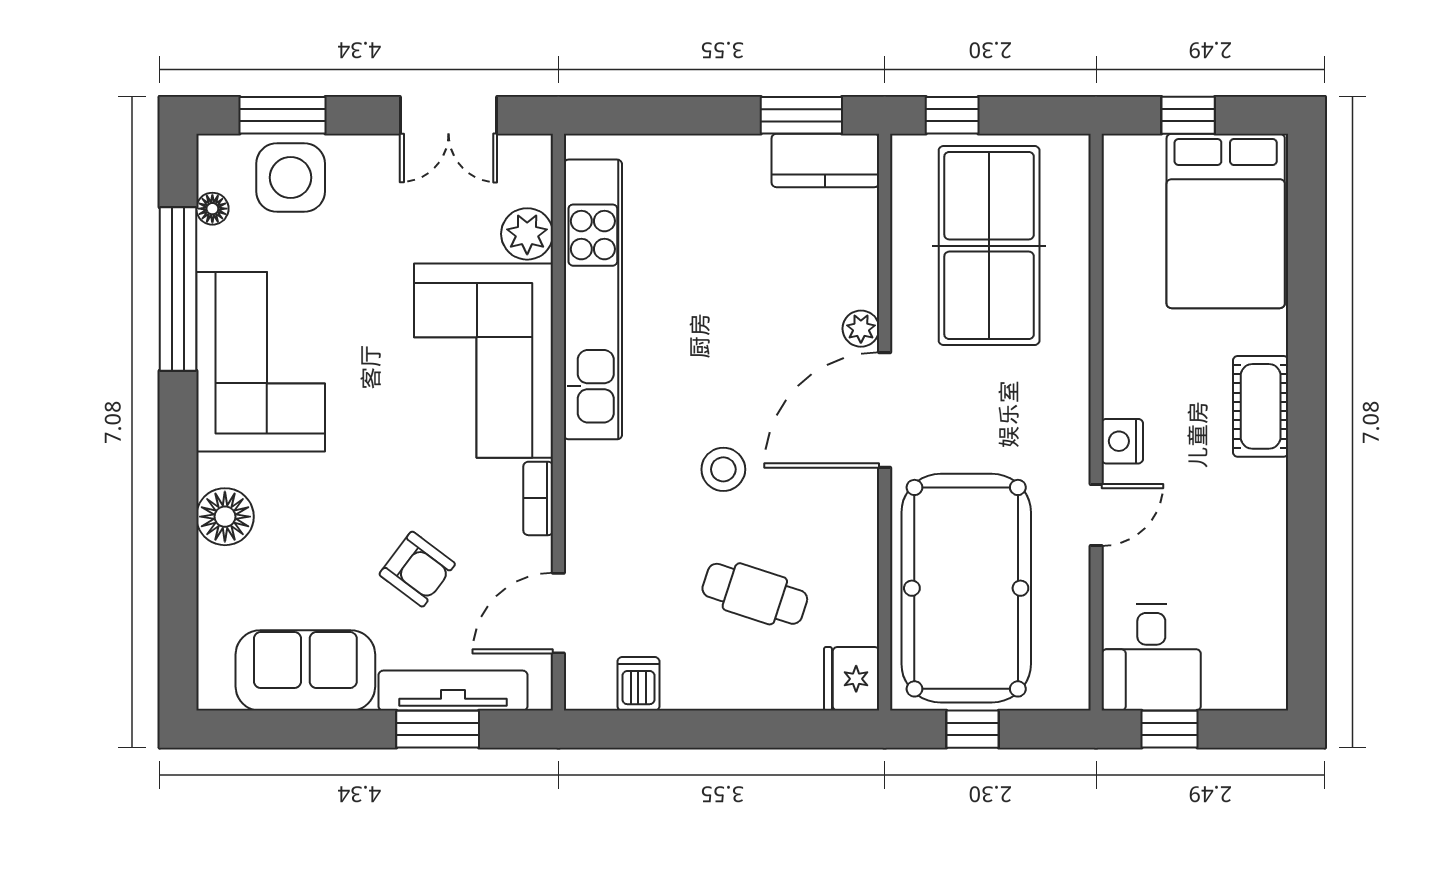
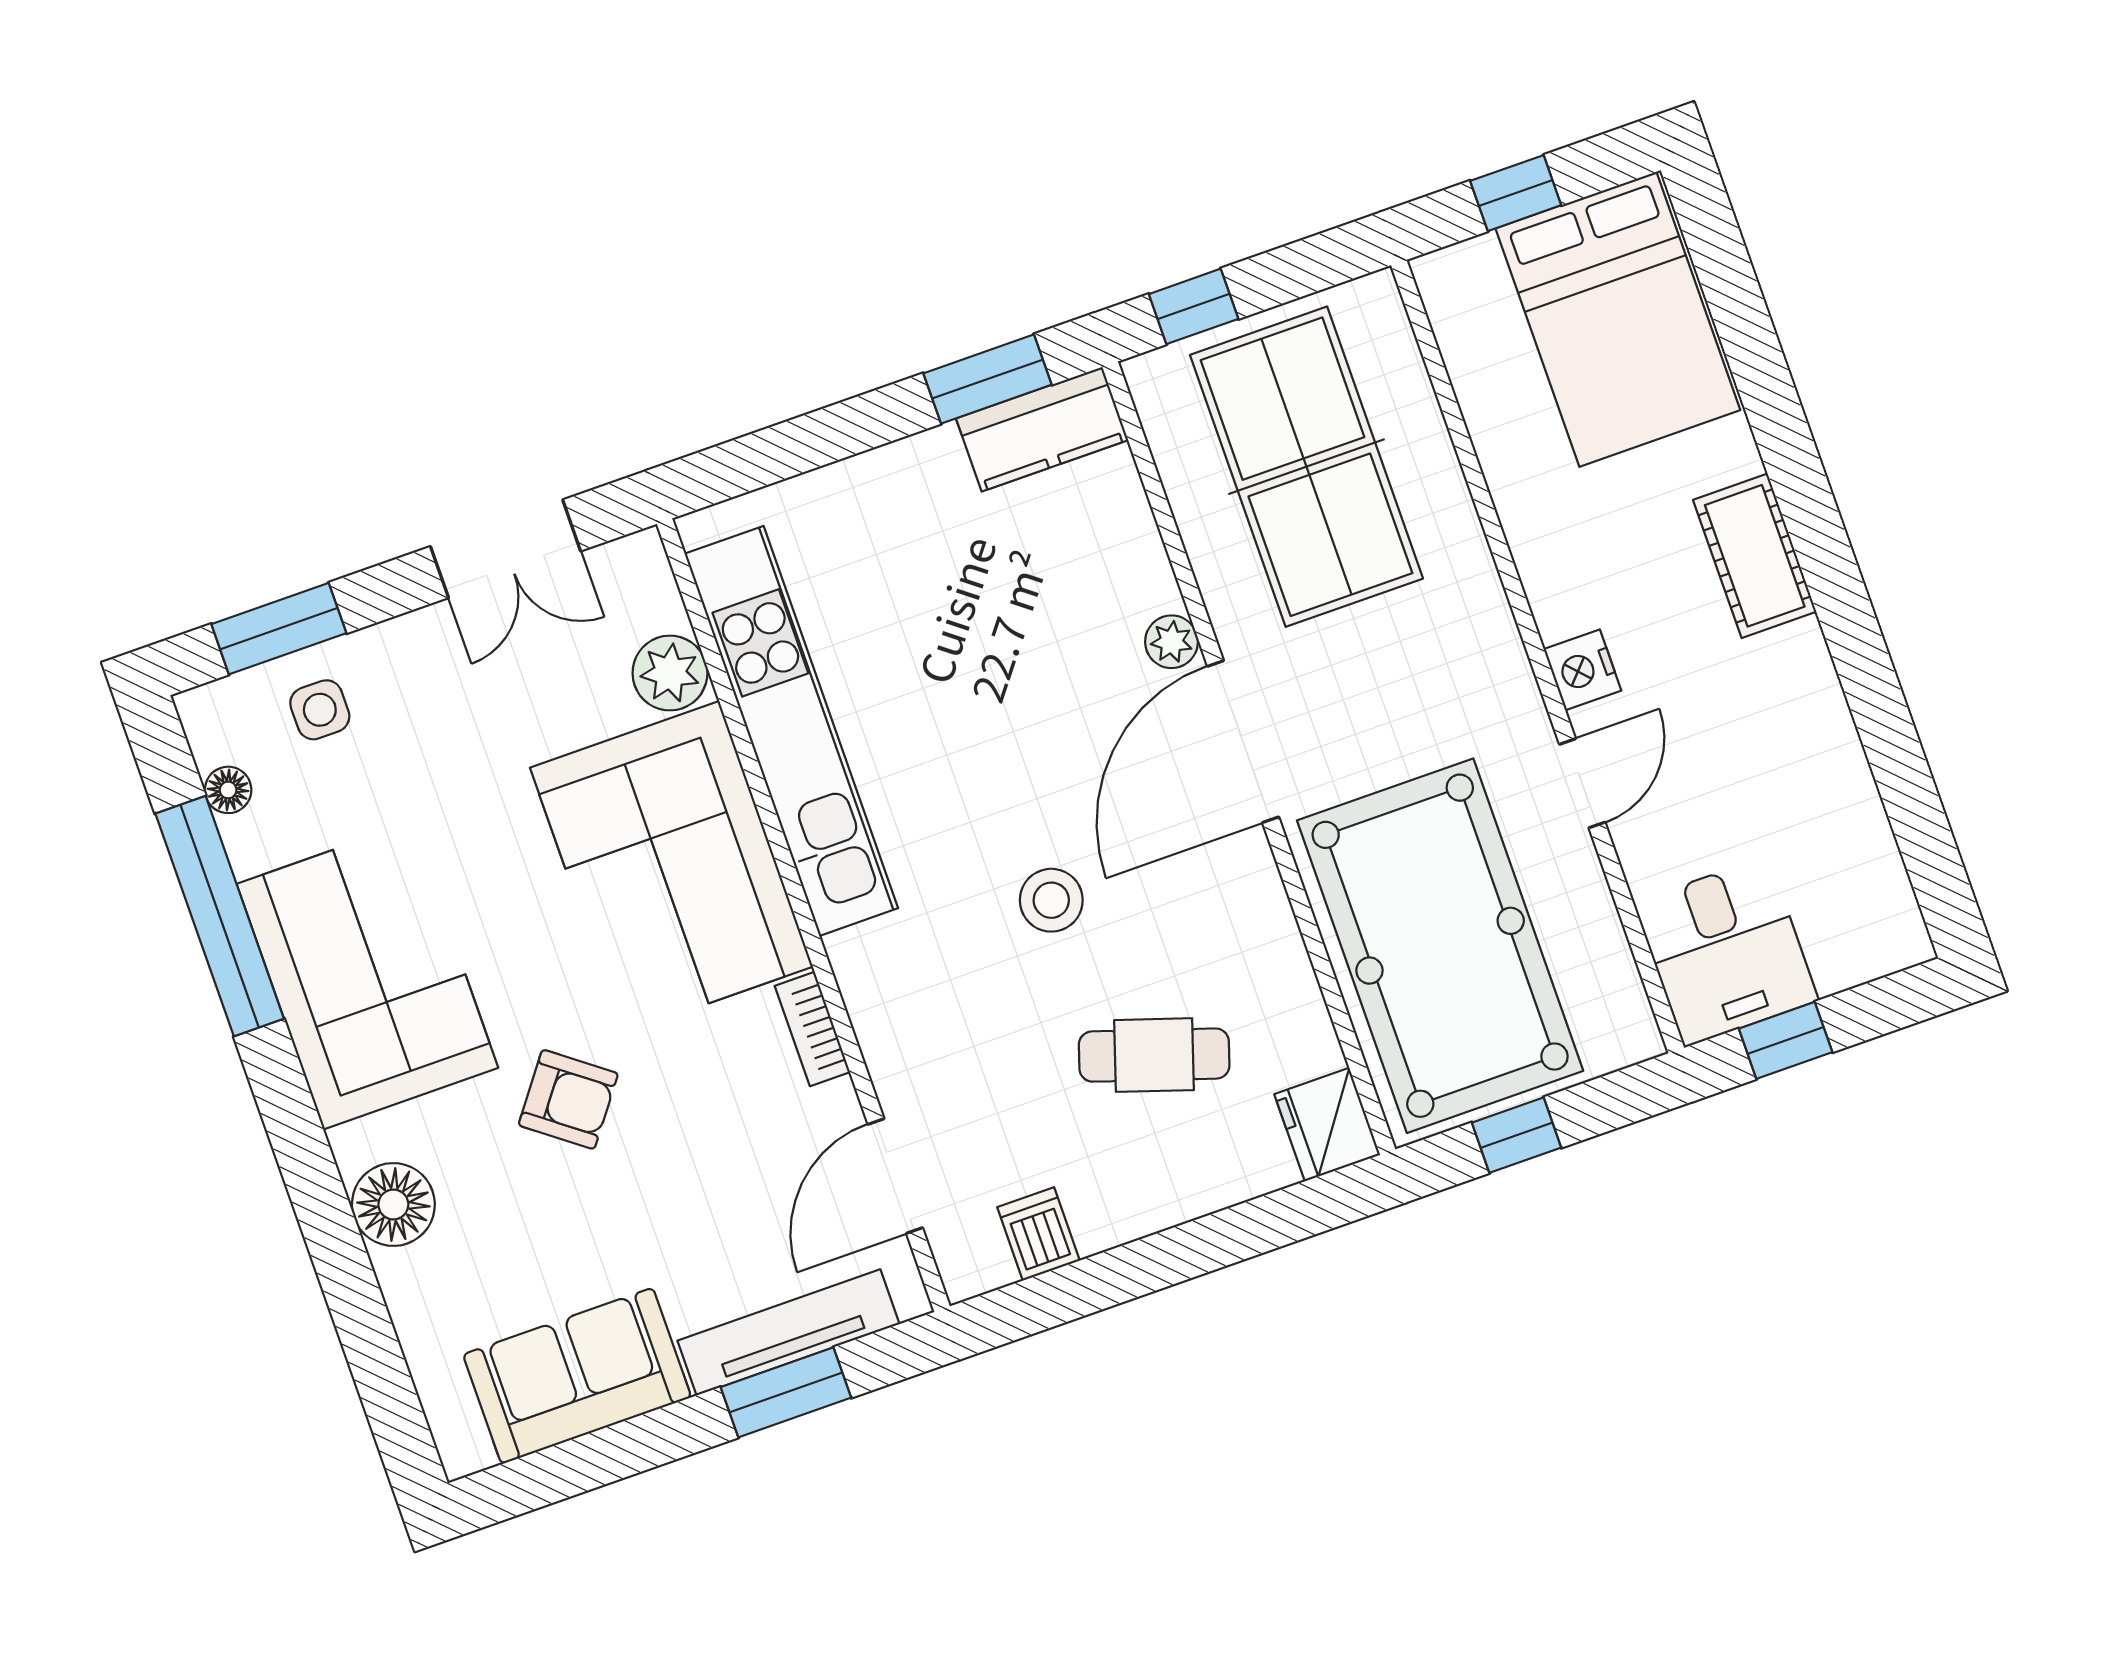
side table: (291, 178) -> (320, 710), width x0.54, depth x0.54
armchair: (417, 569) -> (568, 1099), moved

